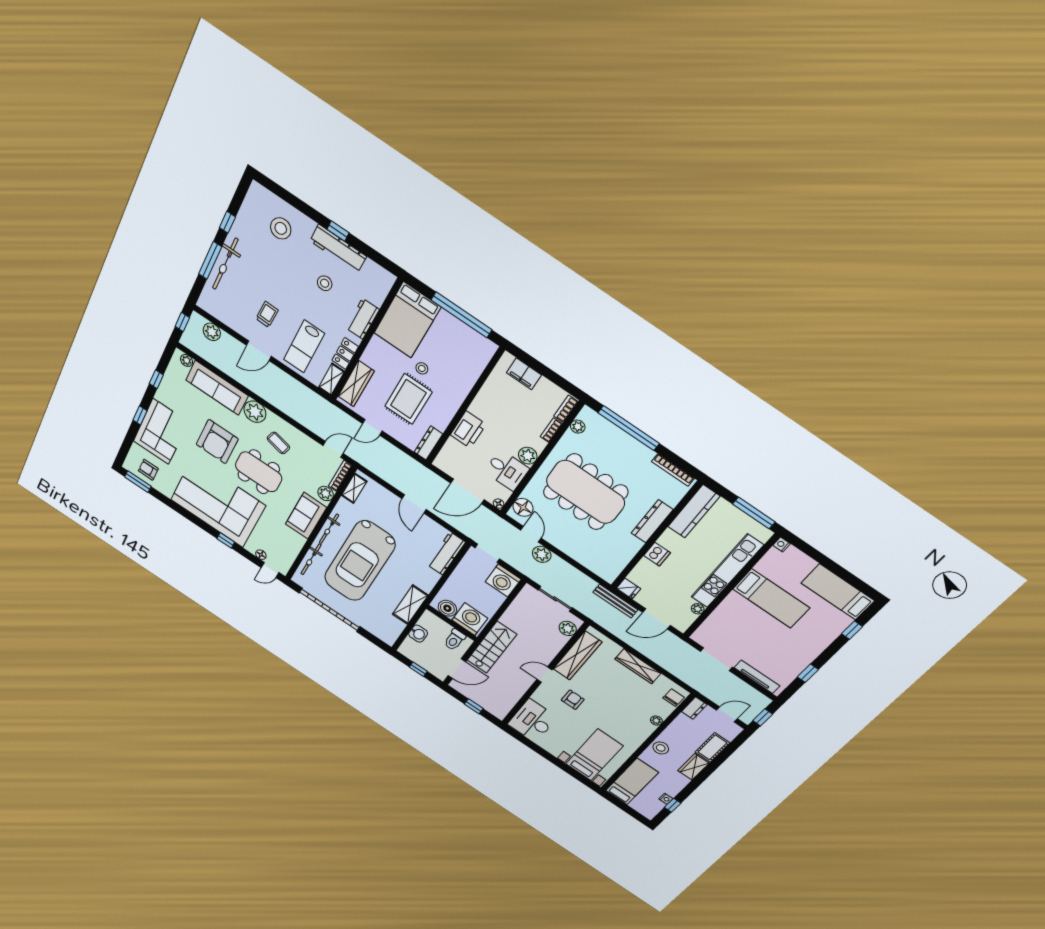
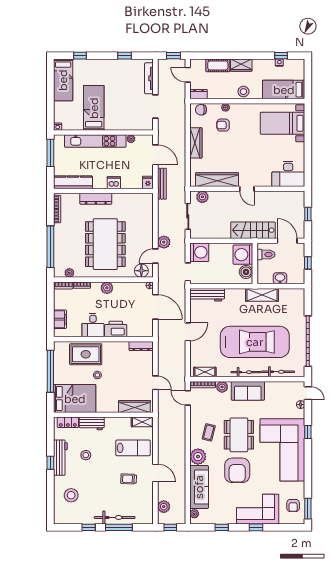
locker: (345, 353) -> (68, 422), moved
rug: (408, 399) -> (86, 354), moved
armchair: (217, 442) -> (237, 470), turned 90
desk: (507, 470) -> (93, 325), moved, turned 180
armchair: (573, 700) -> (223, 125), moved

